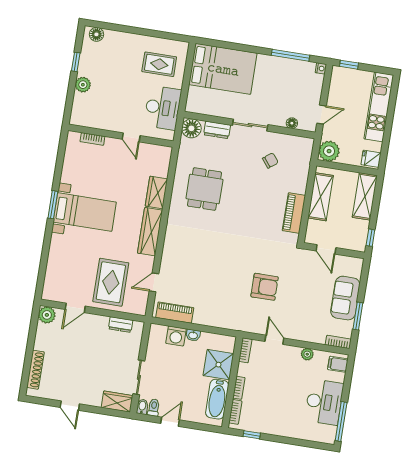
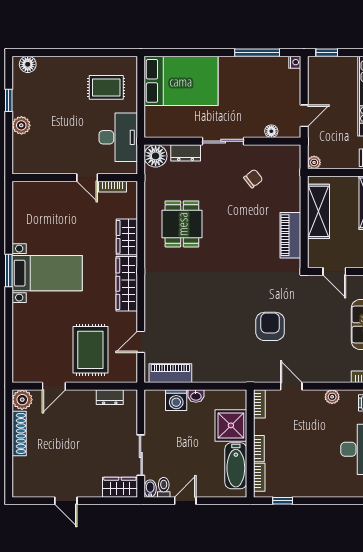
bookcase: (92, 139) -> (113, 187), moved
plant: (329, 151) -> (314, 162), width x0.53, depth x0.53
armchair: (265, 287) -> (270, 326), turned -90
shoe rack: (35, 370) -> (19, 433), moved

